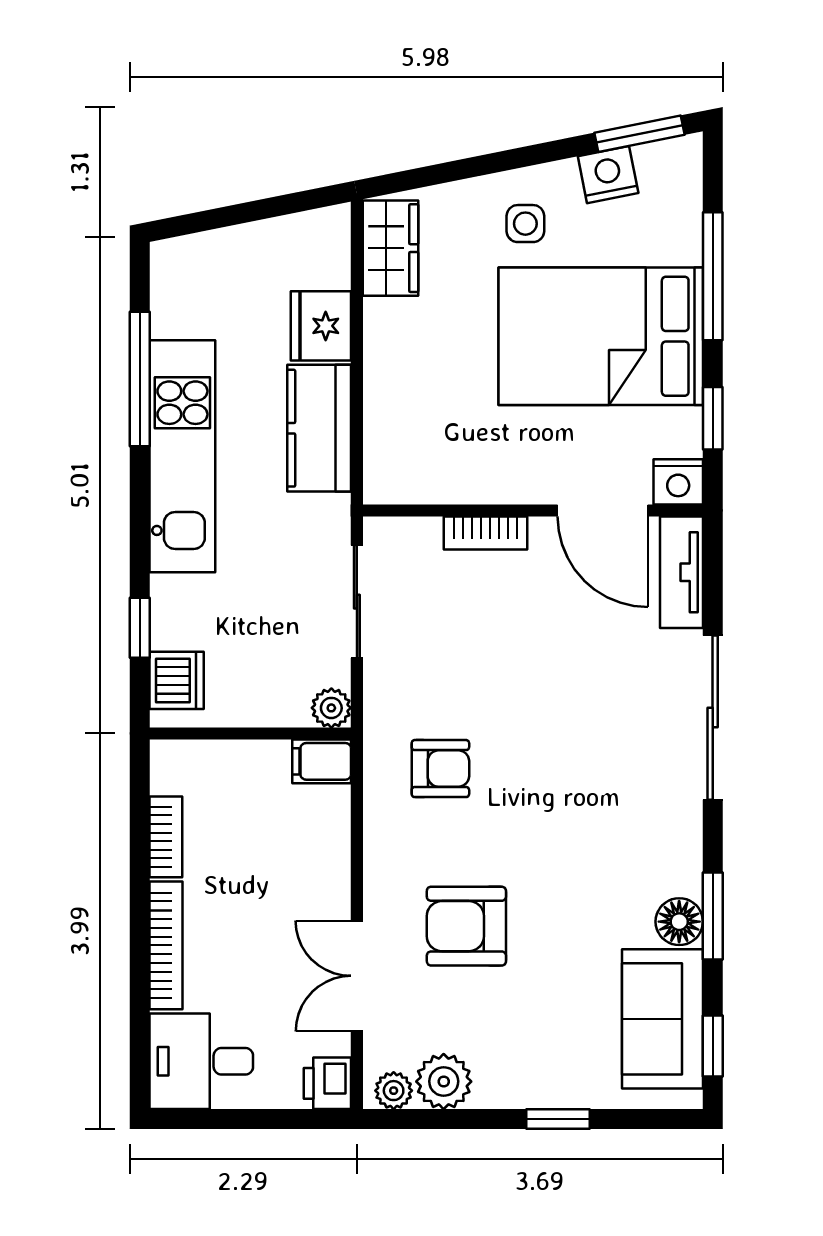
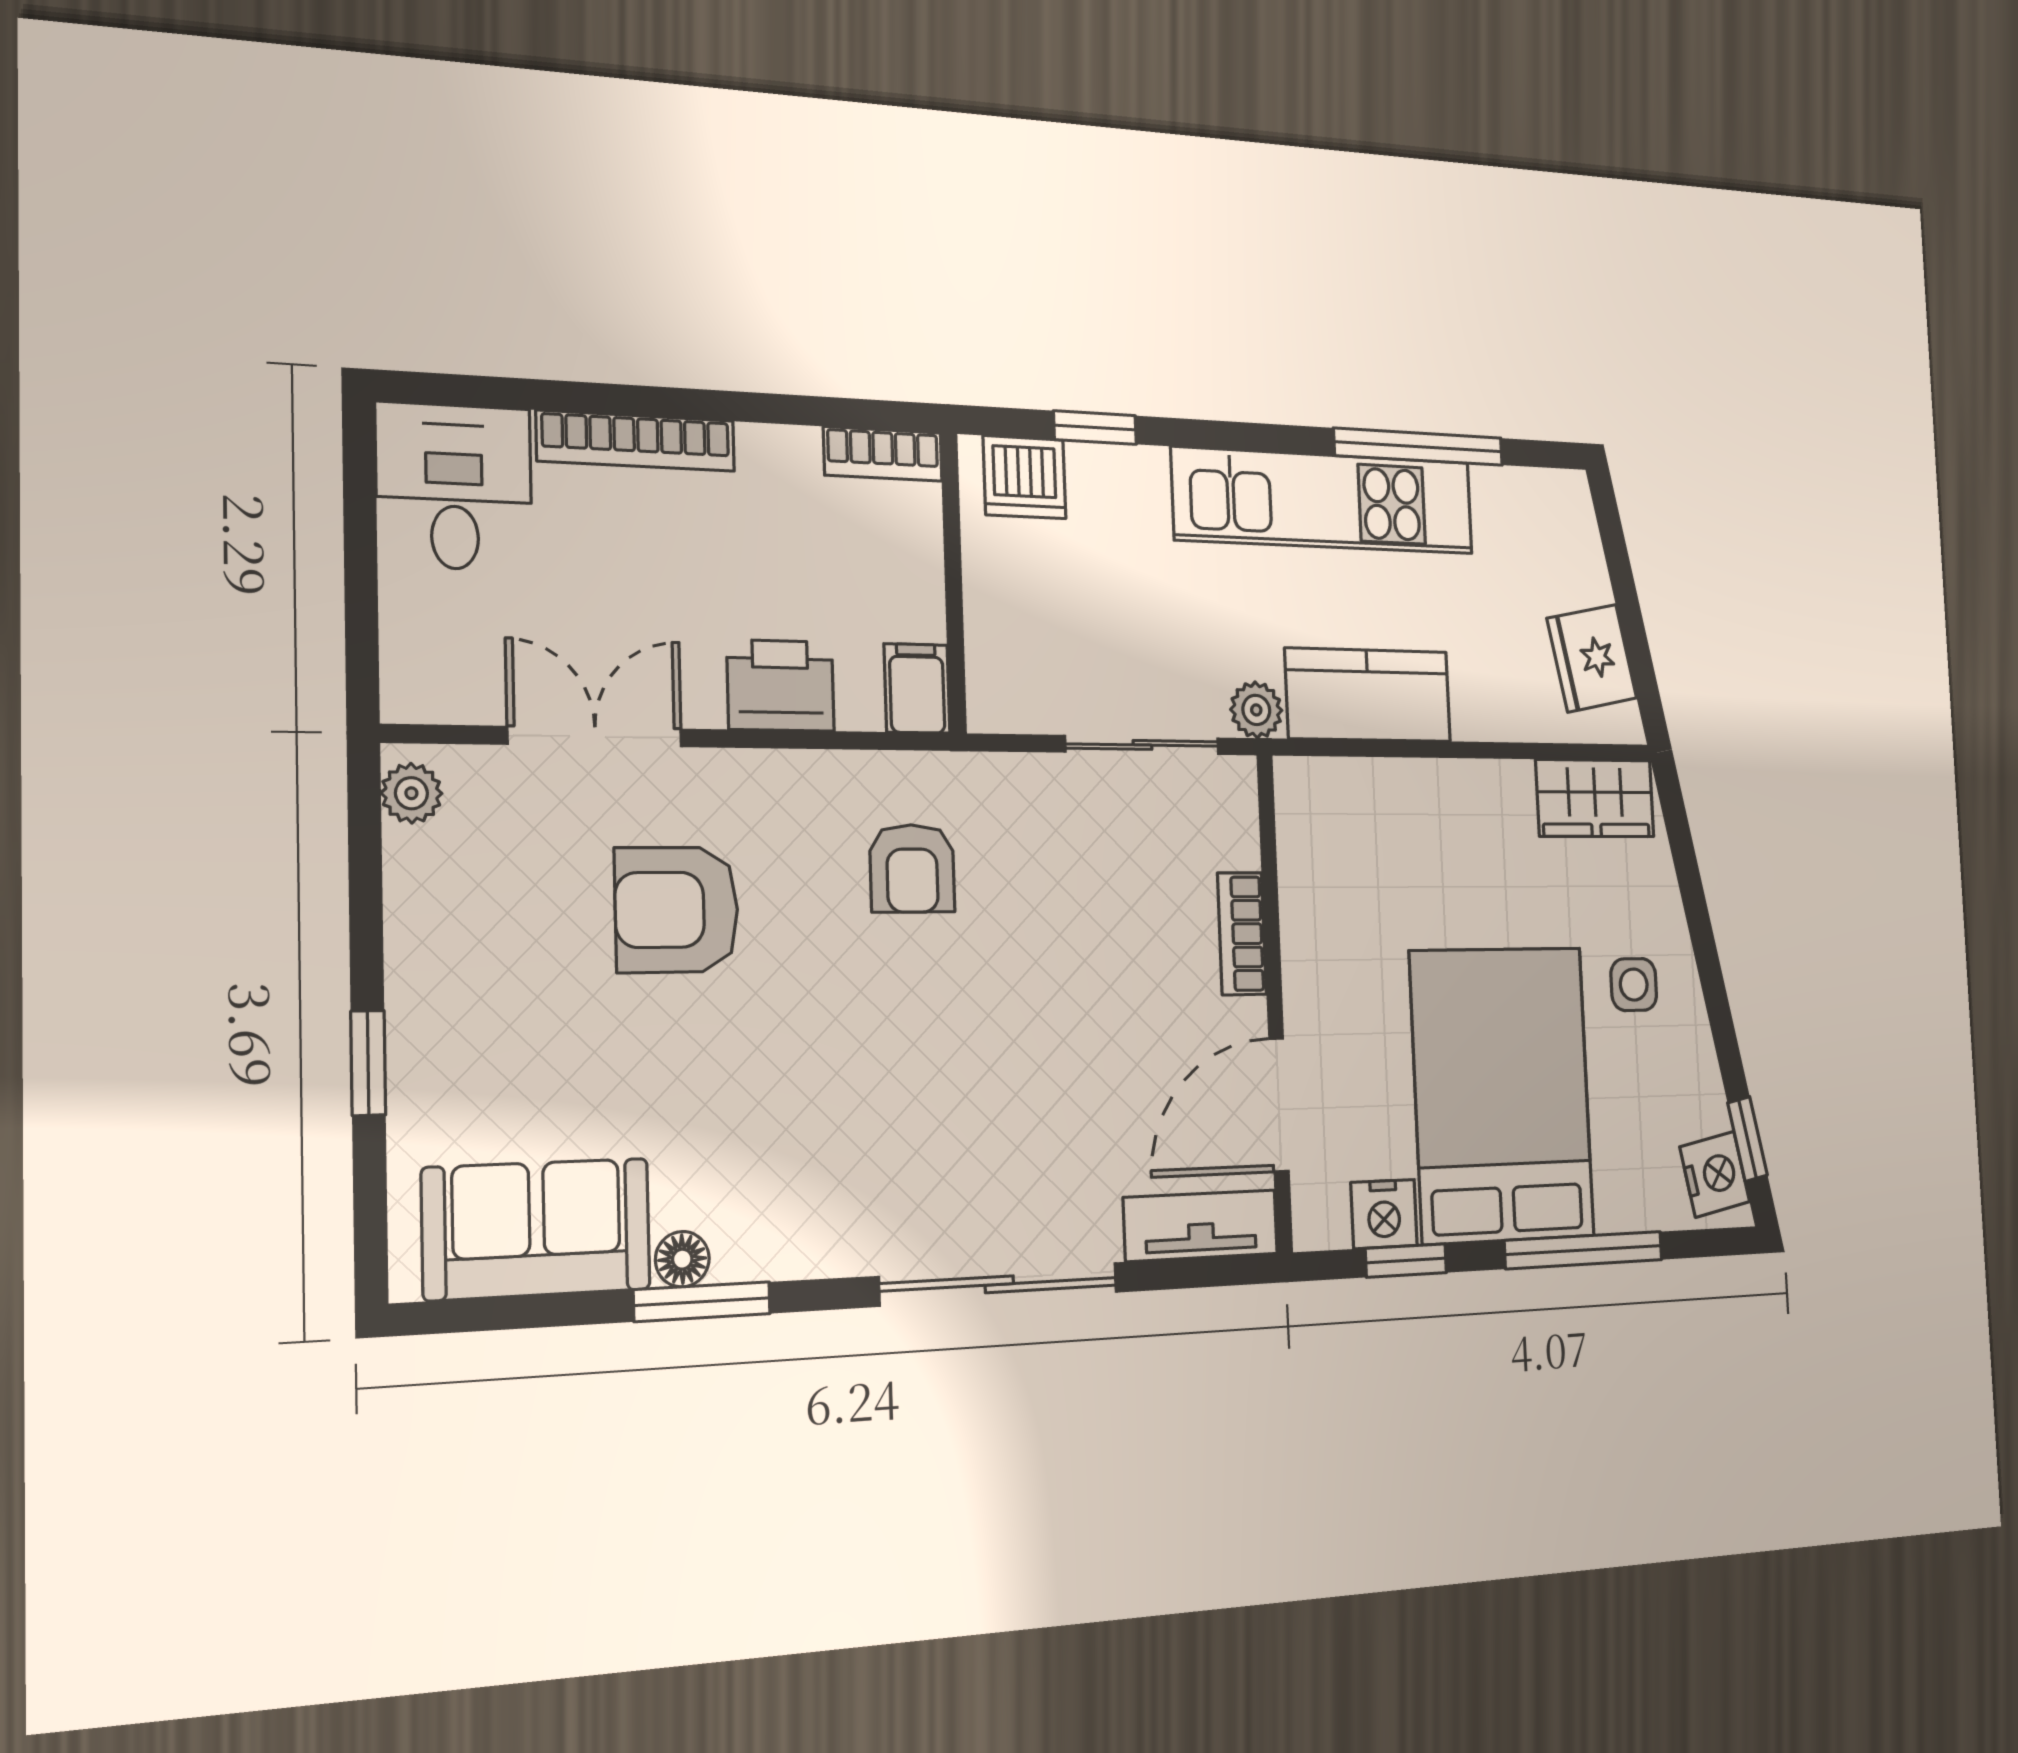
window: (639, 134) -> (1747, 1139), width x0.67
nightstand: (608, 175) -> (1715, 1174), moved
fridge: (321, 326) -> (1592, 658), moved, turned -101
nightstand: (678, 482) -> (1384, 1214), moved, turned -90
plant: (331, 708) -> (1256, 710), moved
bookcase: (166, 837) -> (883, 454), moved
floor lamp: (679, 922) -> (682, 1259), width x0.73, depth x0.73
armchair: (466, 926) -> (677, 910), turned -90
window: (713, 1046) -> (494, 1314), removed
plant: (444, 1081) -> (428, 875), removed
printer: (327, 1083) -> (781, 686), moved, width x1.36, depth x1.24

